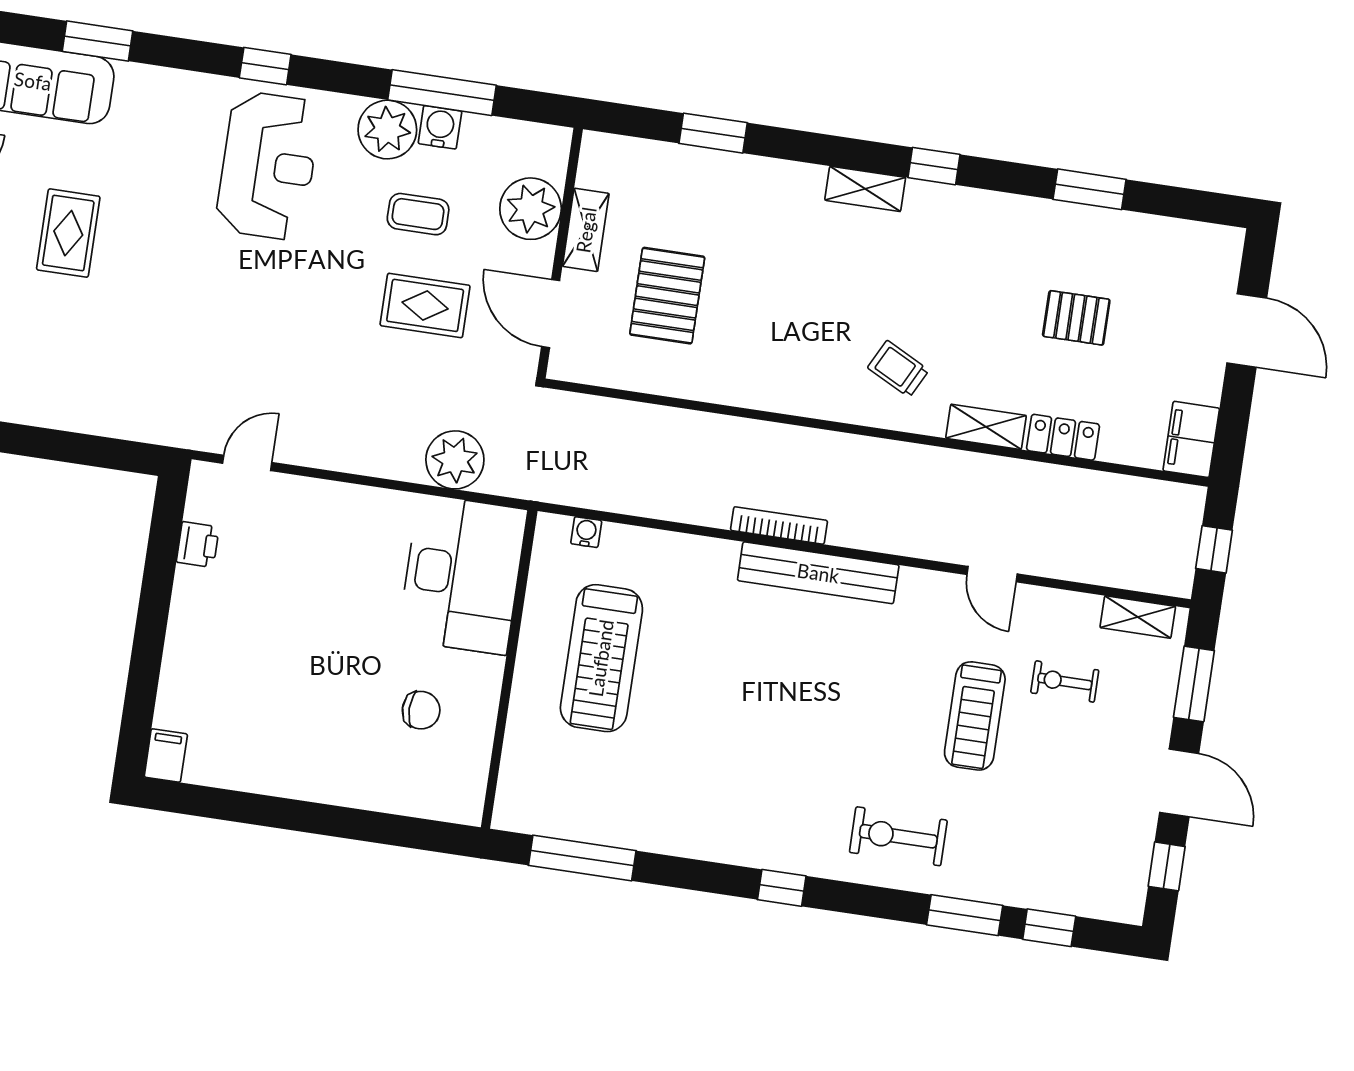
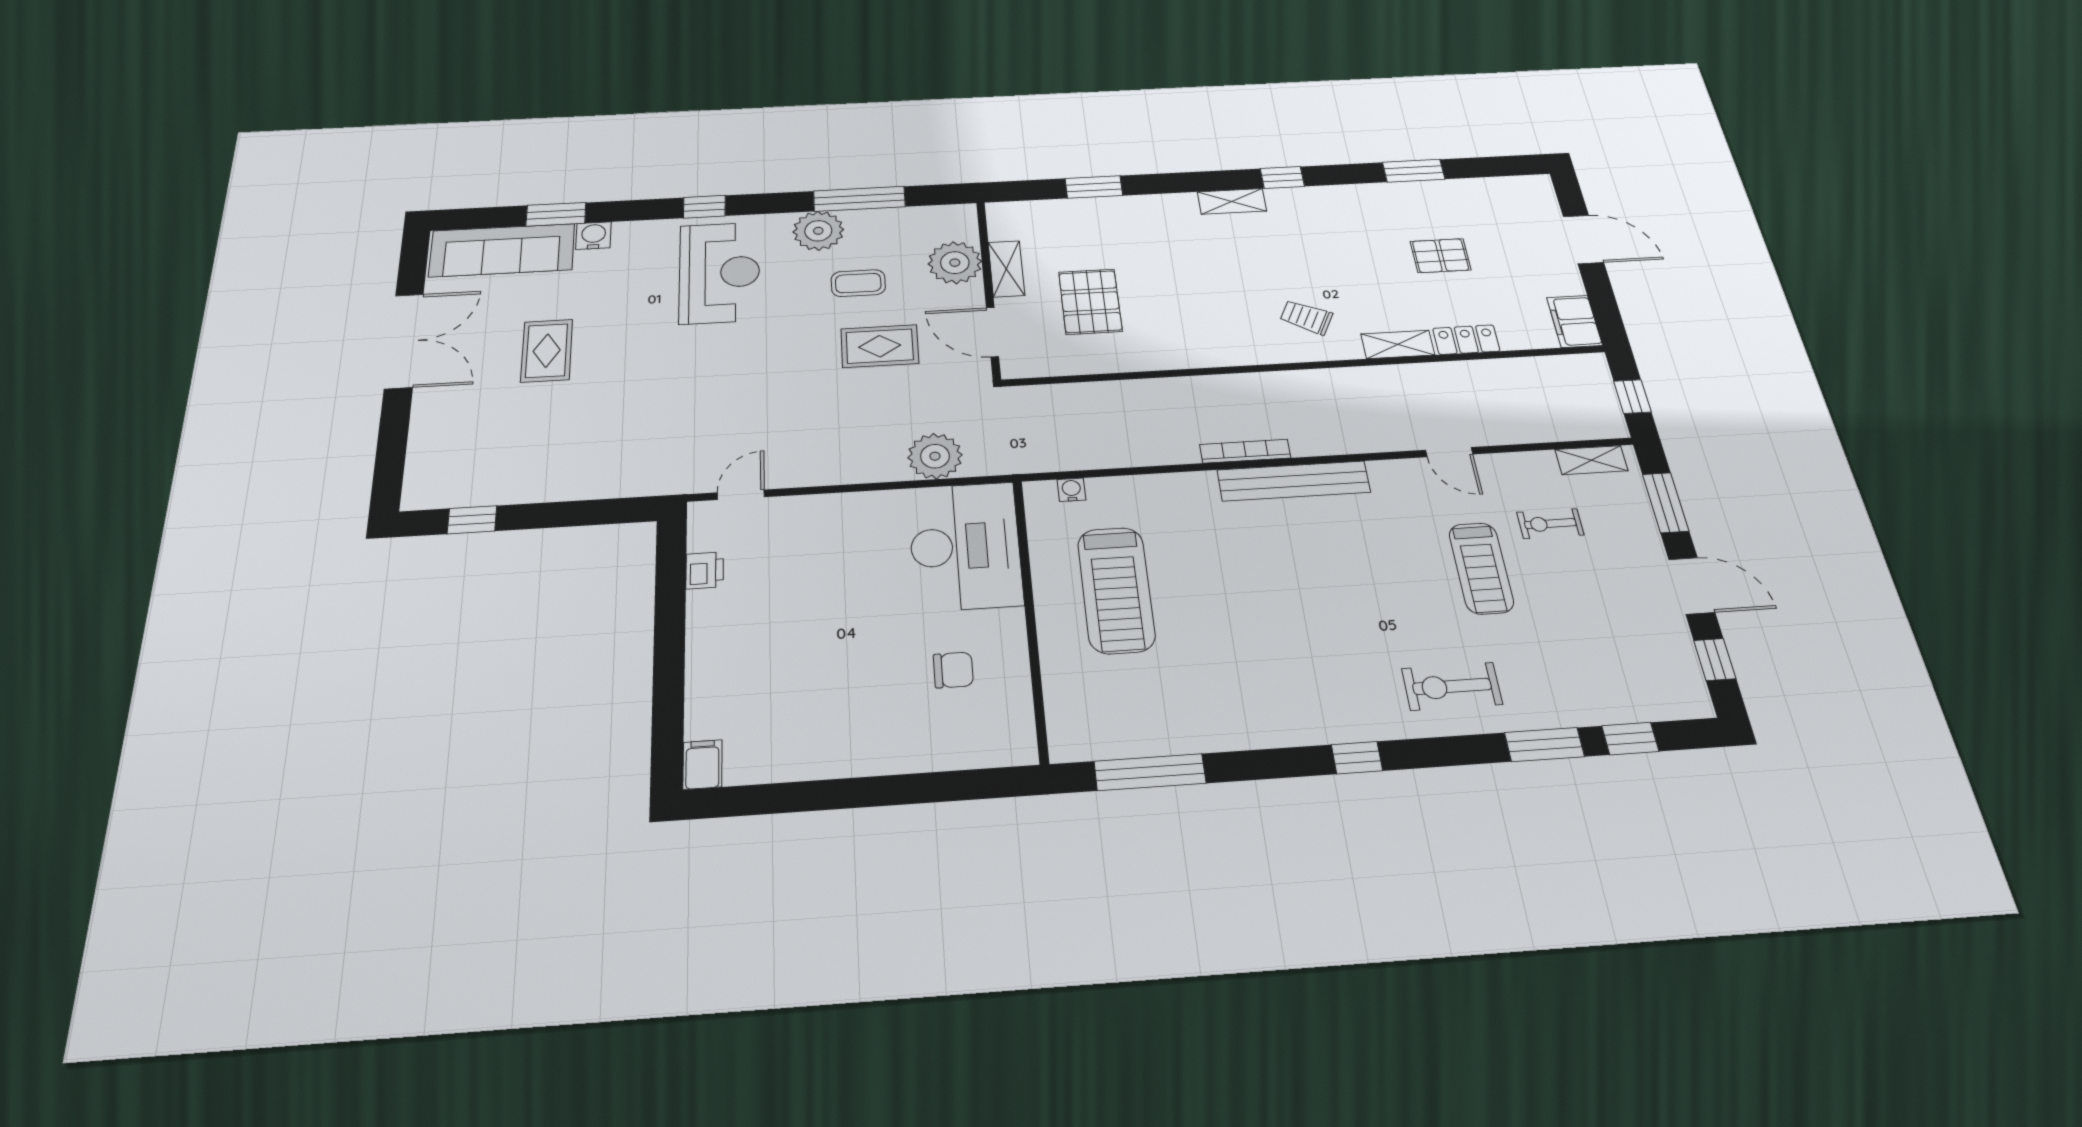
water cooler: (440, 127) -> (594, 236), moved

